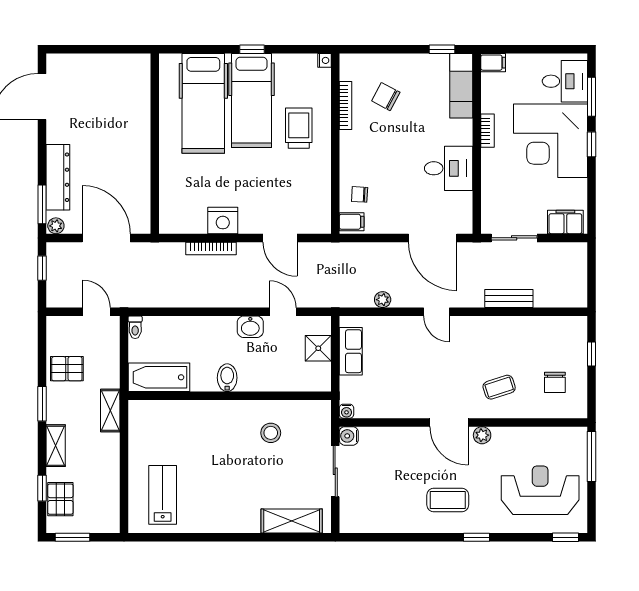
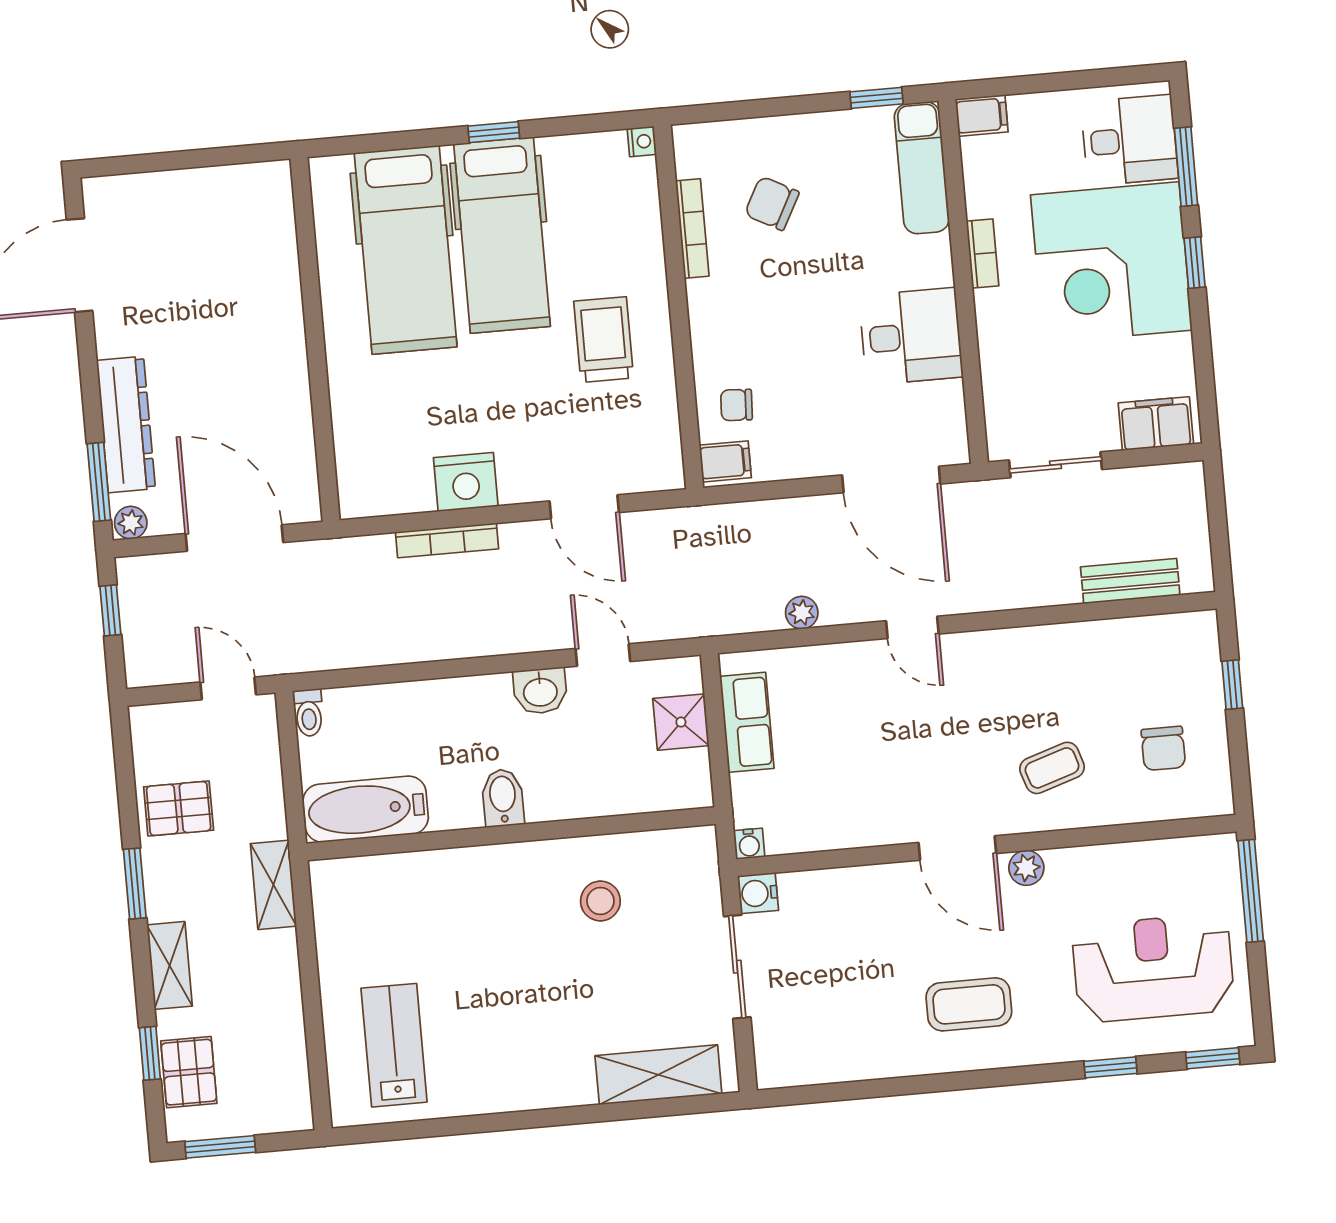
trolley: (299, 128) -> (604, 340), moved
bench: (509, 299) -> (1130, 581), moved
window: (476, 537) -> (1110, 1067), moved

